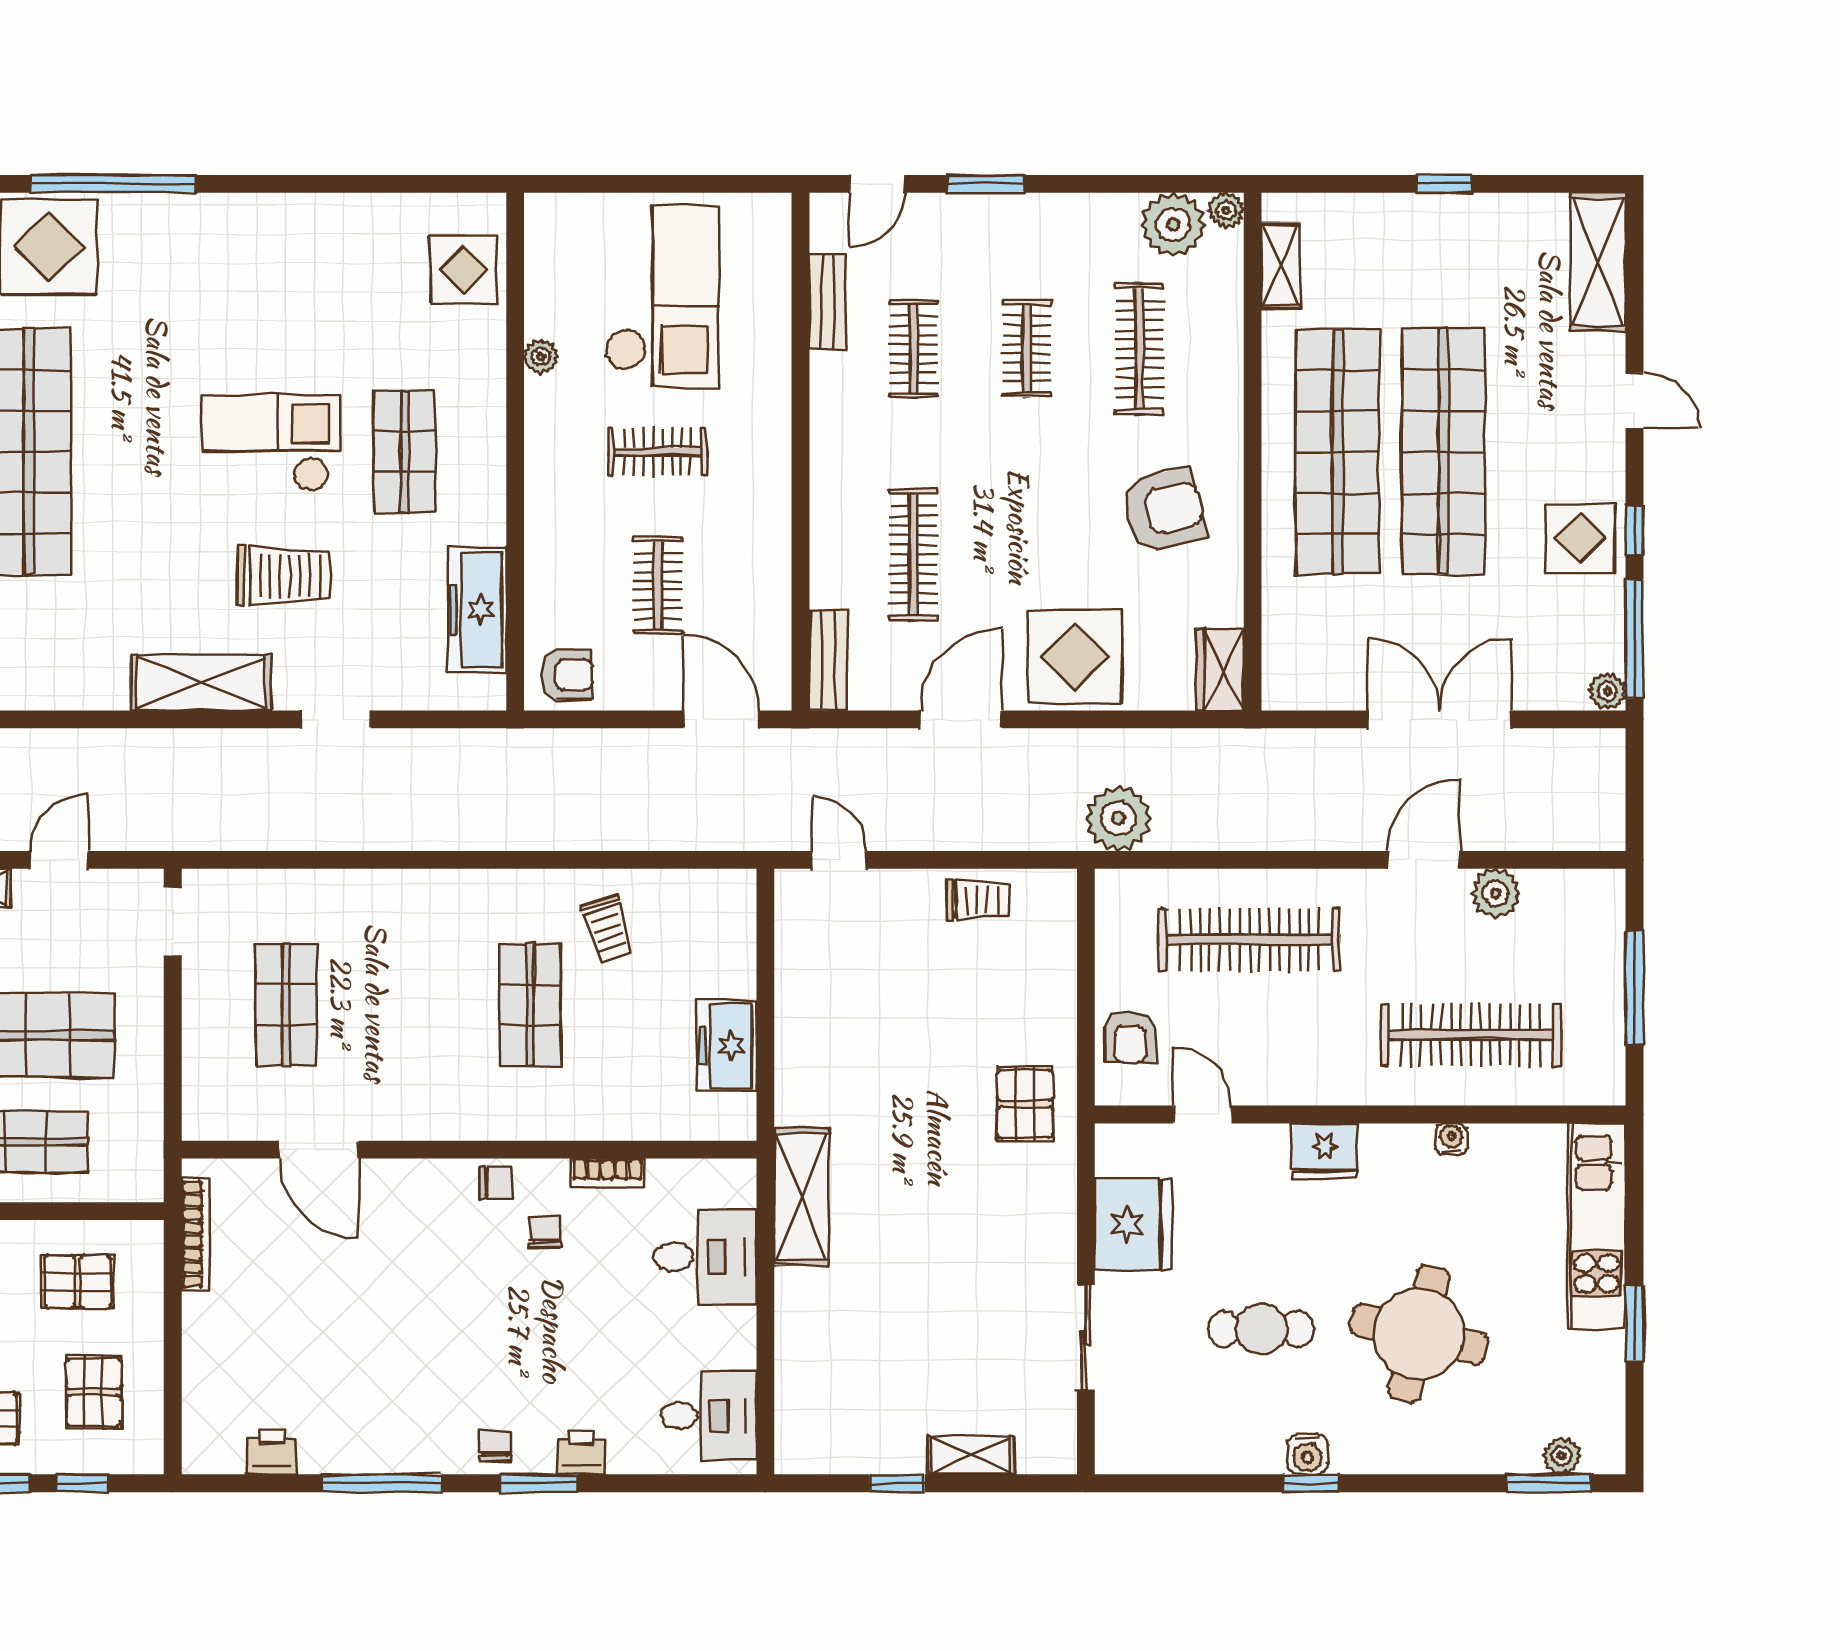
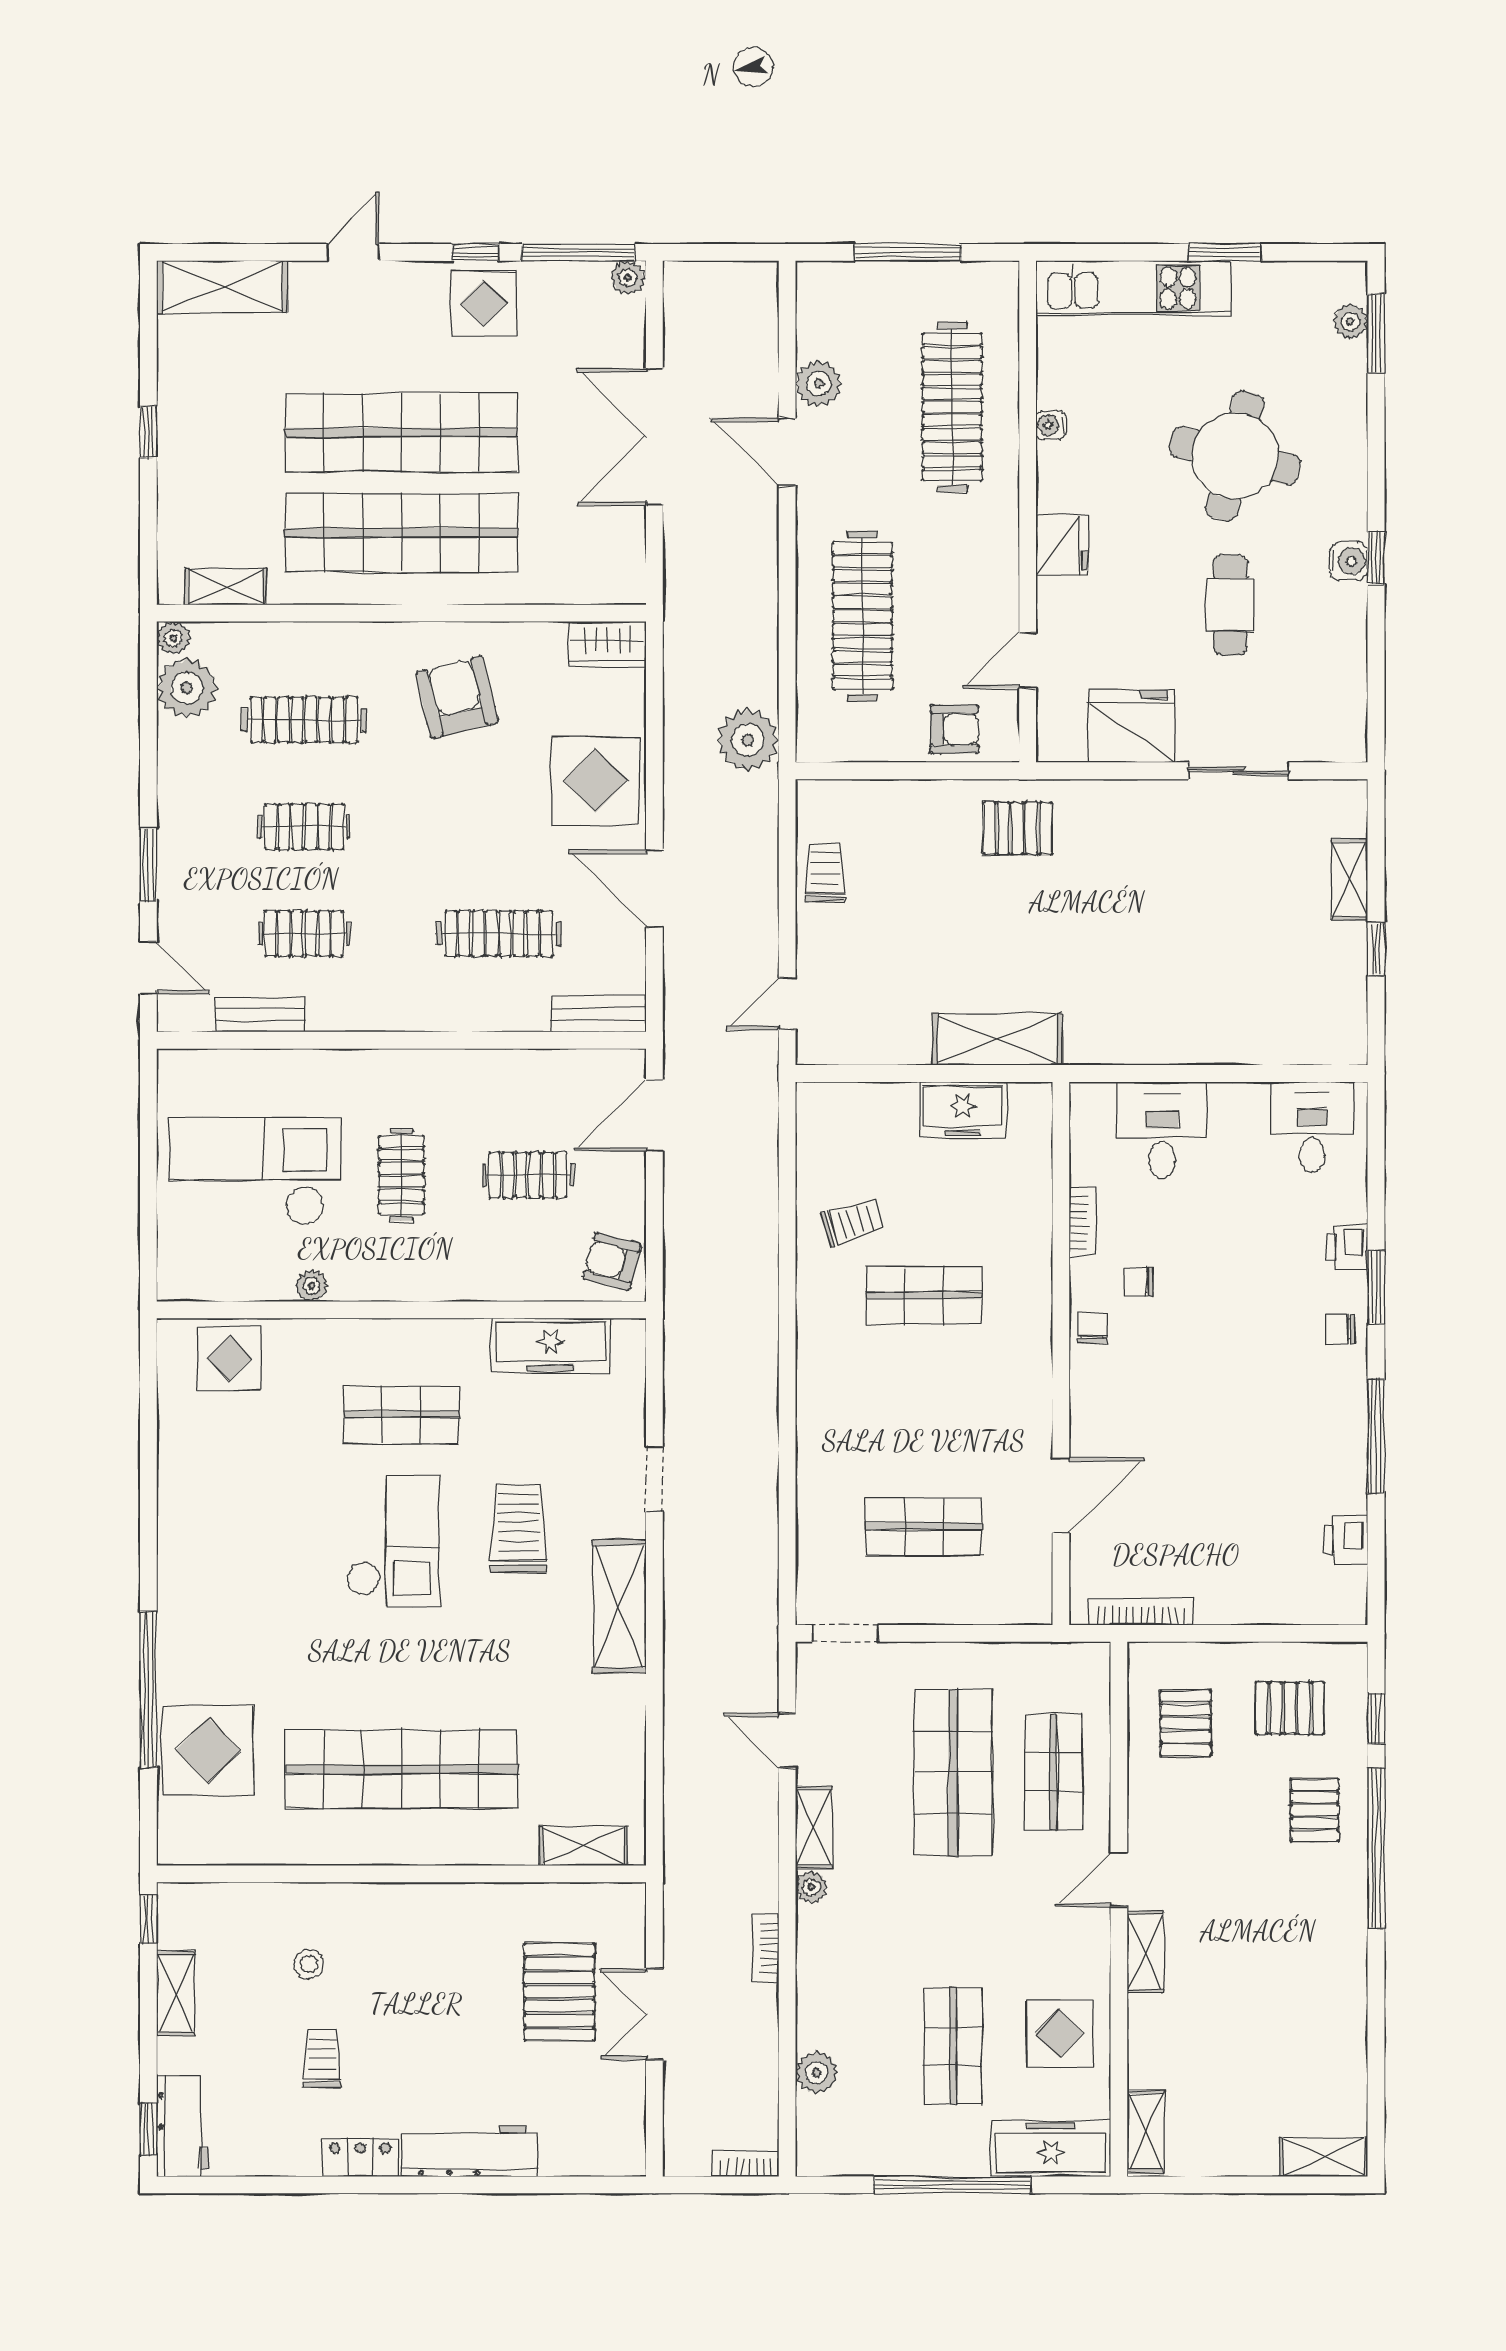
checkout: (271, 443) -> (393, 1541), turned 180
armchair: (566, 675) -> (612, 1261), turned -75
shelving: (801, 1197) -> (997, 1039), moved

